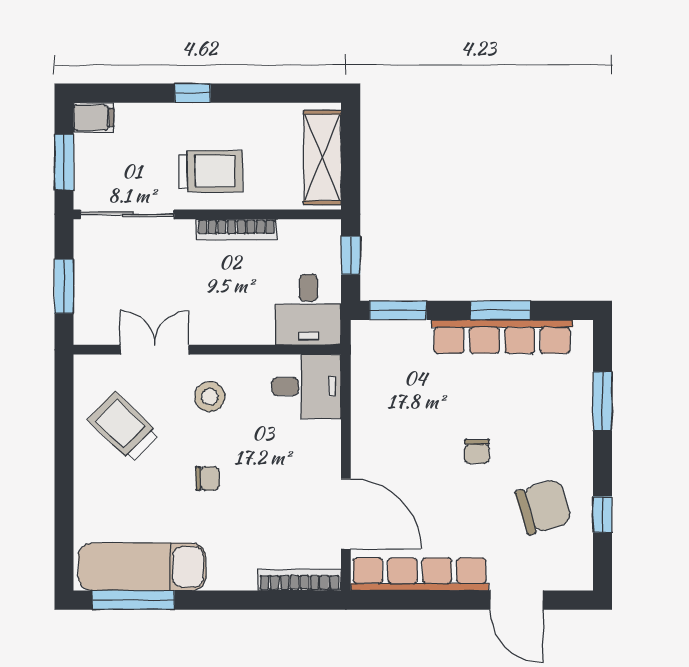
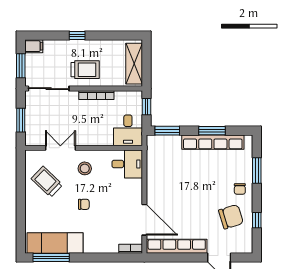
chair: (477, 451) -> (240, 189), moved
bookcase: (300, 580) -> (131, 249), width x0.64

